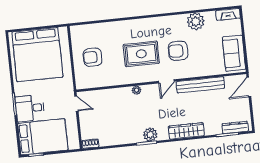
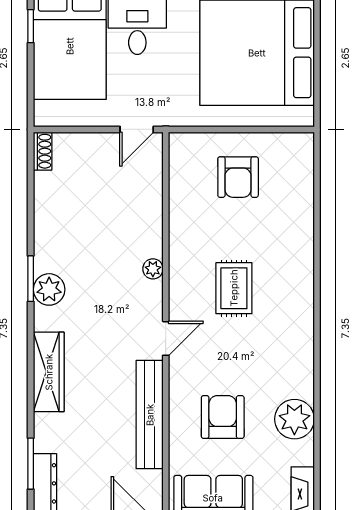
armchair: (178, 51) -> (223, 417), moved
rug: (141, 54) -> (234, 288), width x0.73, depth x0.70
armchair: (93, 57) -> (238, 177), turned 180
door: (166, 81) -> (166, 338), swing flipped

